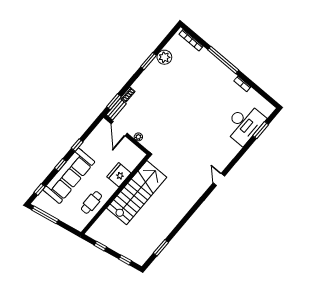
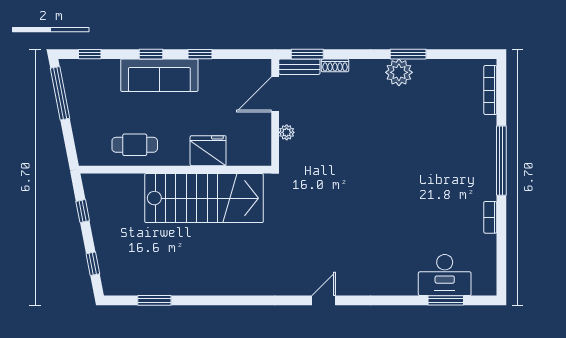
plant: (164, 57) -> (399, 72), moved
desk: (244, 124) -> (445, 275), width x0.73, depth x0.77
sofa: (69, 176) -> (159, 75), width x0.74, depth x0.79

